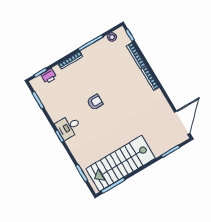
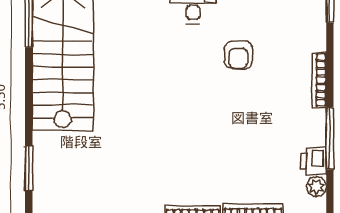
printer: (49, 76) -> (314, 161), moved
armchair: (95, 102) -> (238, 55), moved

